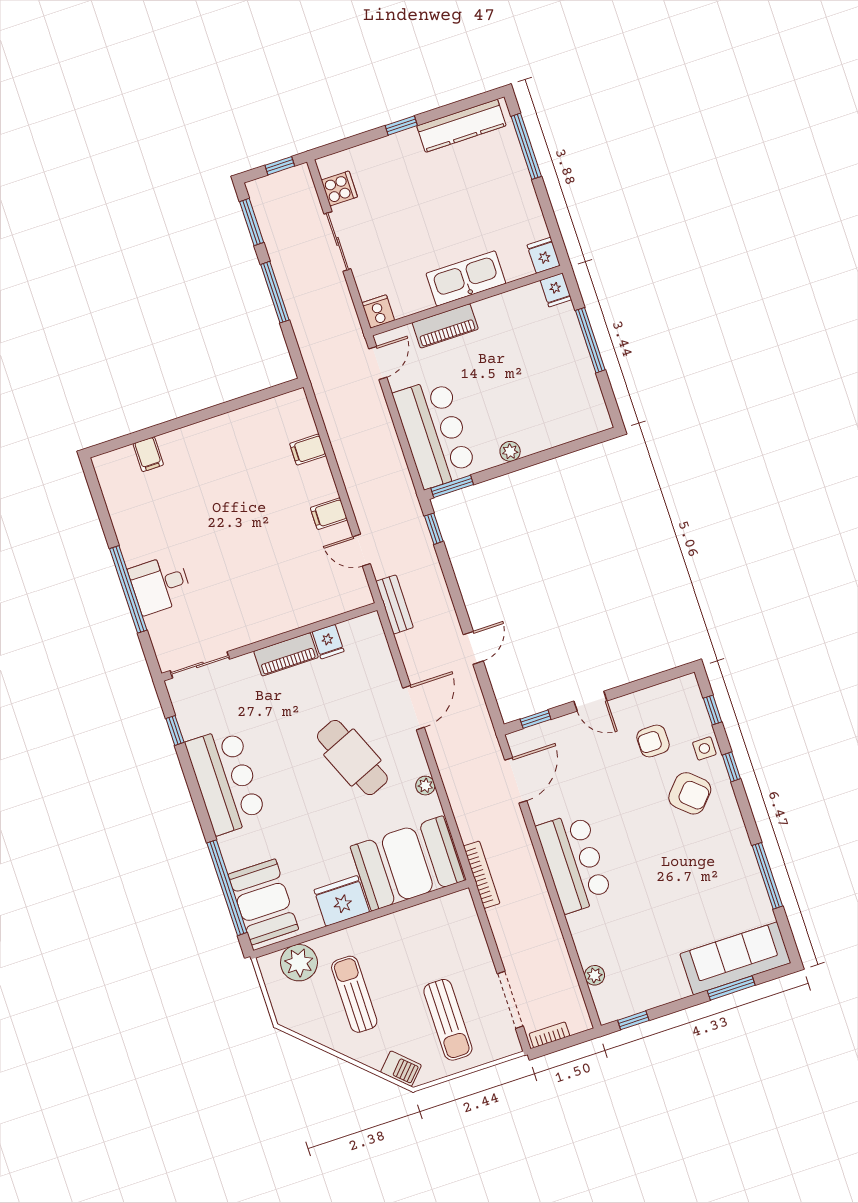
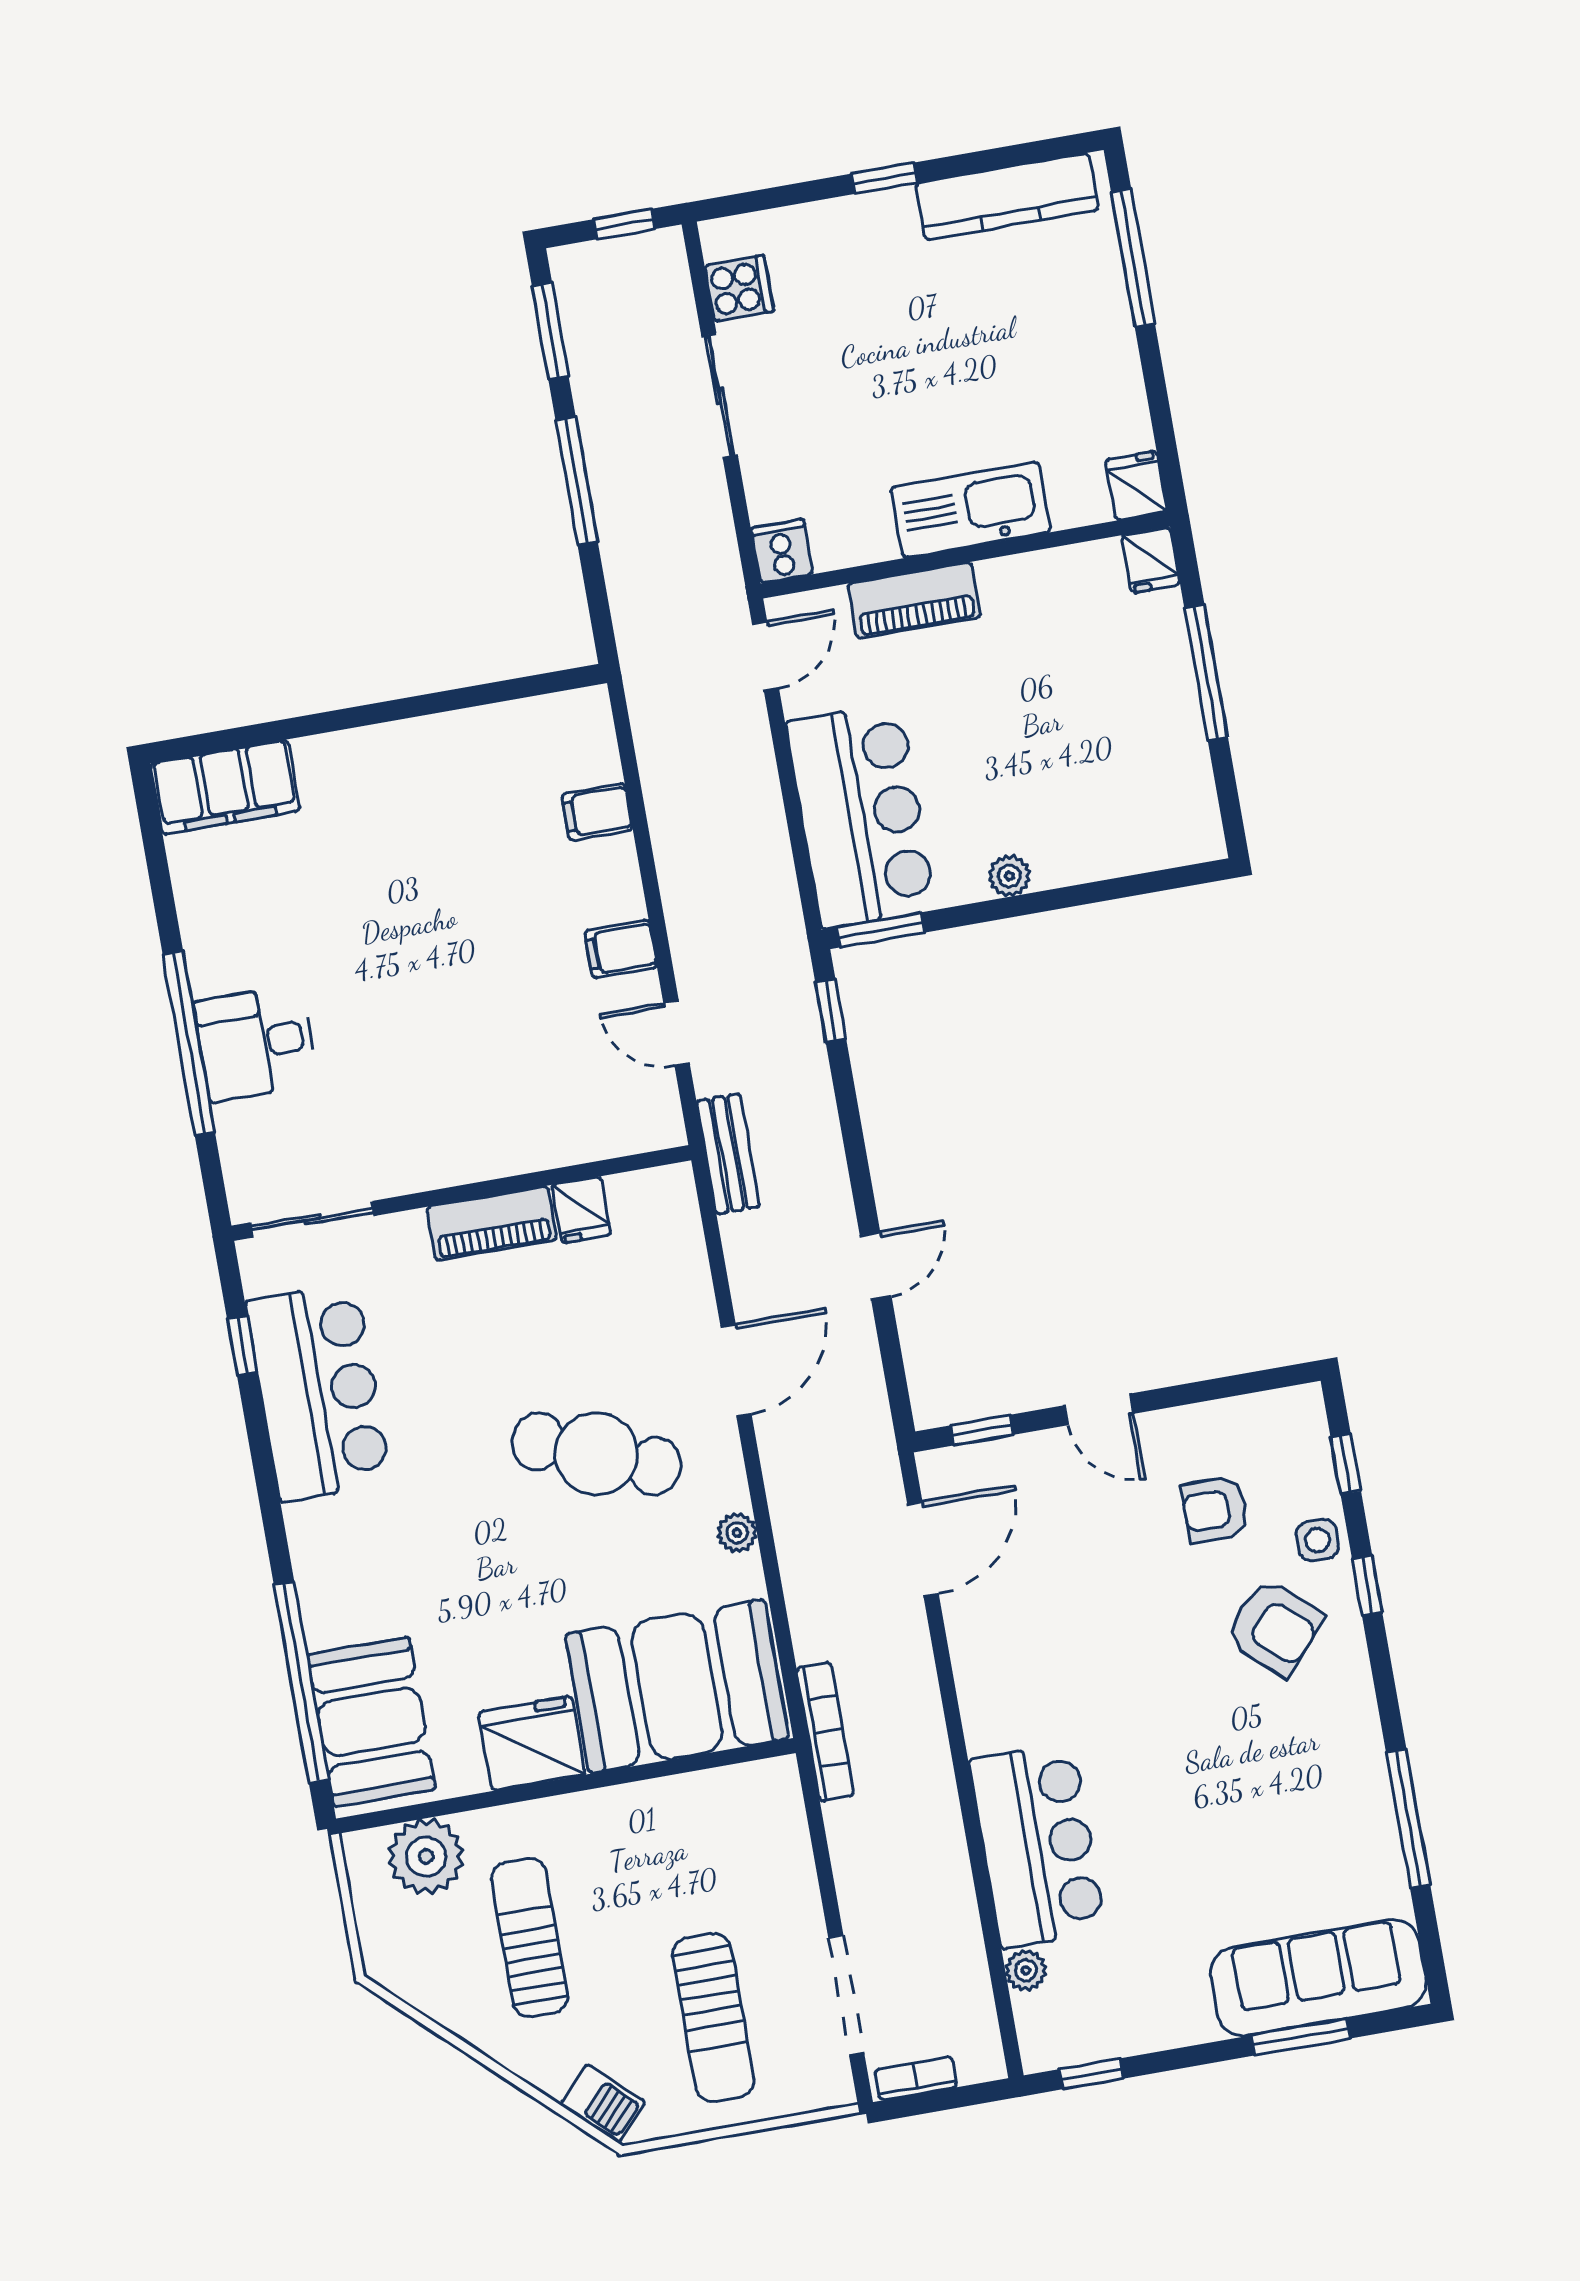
filing cabinet: (148, 454) -> (225, 787), width x3.00, depth x1.17
cafe table: (352, 758) -> (596, 1454), turned -45
bar counter: (226, 781) -> (319, 1392), moved
bar counter: (574, 862) -> (1037, 1845), moved

